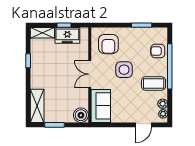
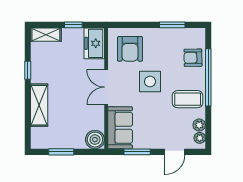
freezer: (67, 35) -> (94, 43), moved, turned 90
shelving: (37, 106) -> (39, 105), moved
window: (114, 125) -> (137, 152), added

